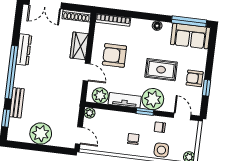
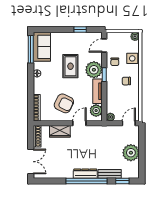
dresser: (24, 50) -> (85, 174), moved
armchair: (114, 55) -> (64, 103), turned -64
armchair: (195, 78) -> (74, 40), removed

